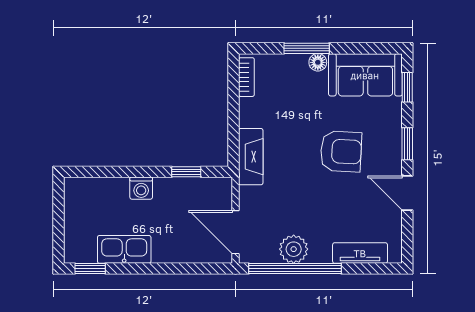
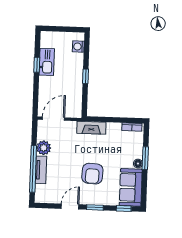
window: (186, 172) -> (86, 76), moved
washing machine: (141, 188) -> (78, 47), moved
tv unit: (360, 253) -> (41, 170), moved
window: (90, 269) -> (37, 65), moved
window: (295, 269) -> (33, 169), moved

